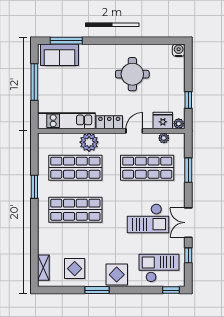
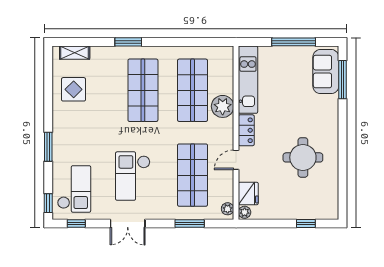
water cooler: (179, 50) -> (331, 212), removed
window: (188, 100) -> (306, 223), moved
door: (134, 131) -> (236, 160), swing flipped
plant: (164, 138) -> (228, 209), moved
window: (34, 187) -> (128, 42), moved
double door: (188, 223) -> (128, 223), swing flipped
window: (188, 255) -> (76, 223), moved
display table: (117, 275) -> (66, 139), removed
window: (97, 290) -> (48, 147), moved

